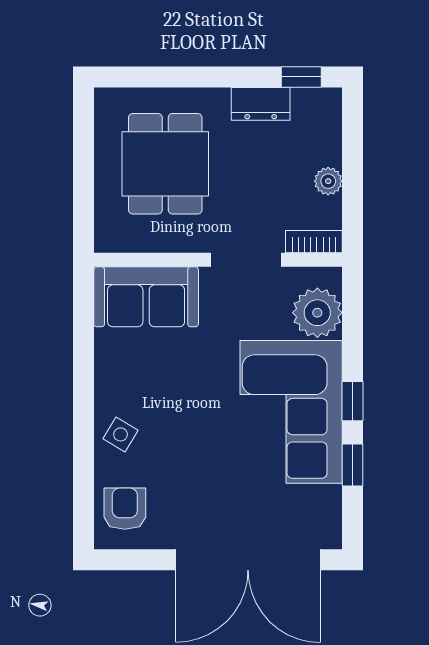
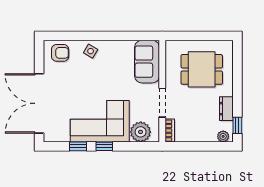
plant: (328, 181) -> (223, 136), moved

